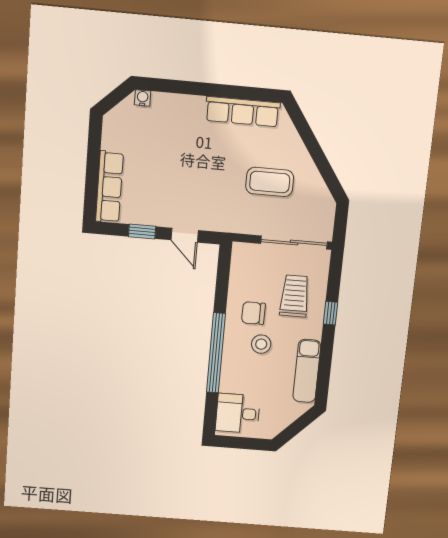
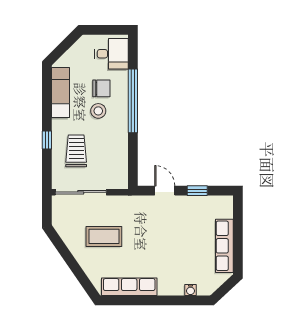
water cooler: (143, 98) -> (191, 290), moved
row of seats: (109, 187) -> (224, 246), moved
trolley: (295, 296) -> (76, 151), turned 180
chair: (253, 313) -> (101, 88), moved

